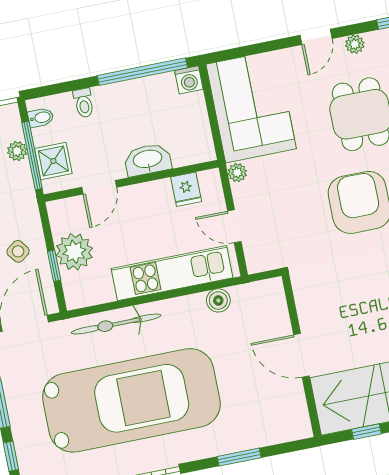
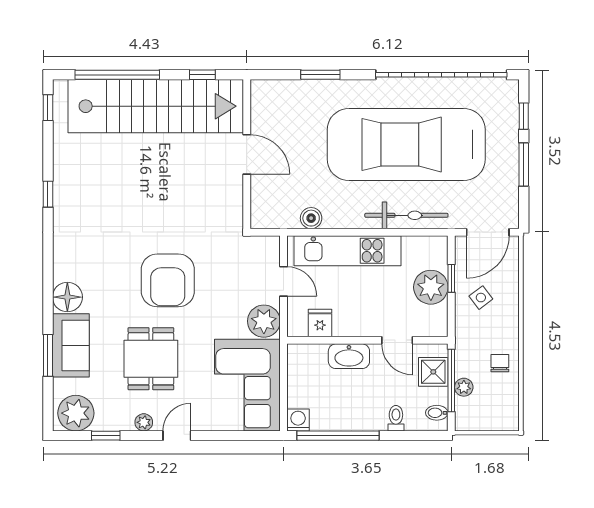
plant: (237, 173) -> (264, 321), width x1.88, depth x1.88
door: (99, 187) -> (397, 340), swing flipped

